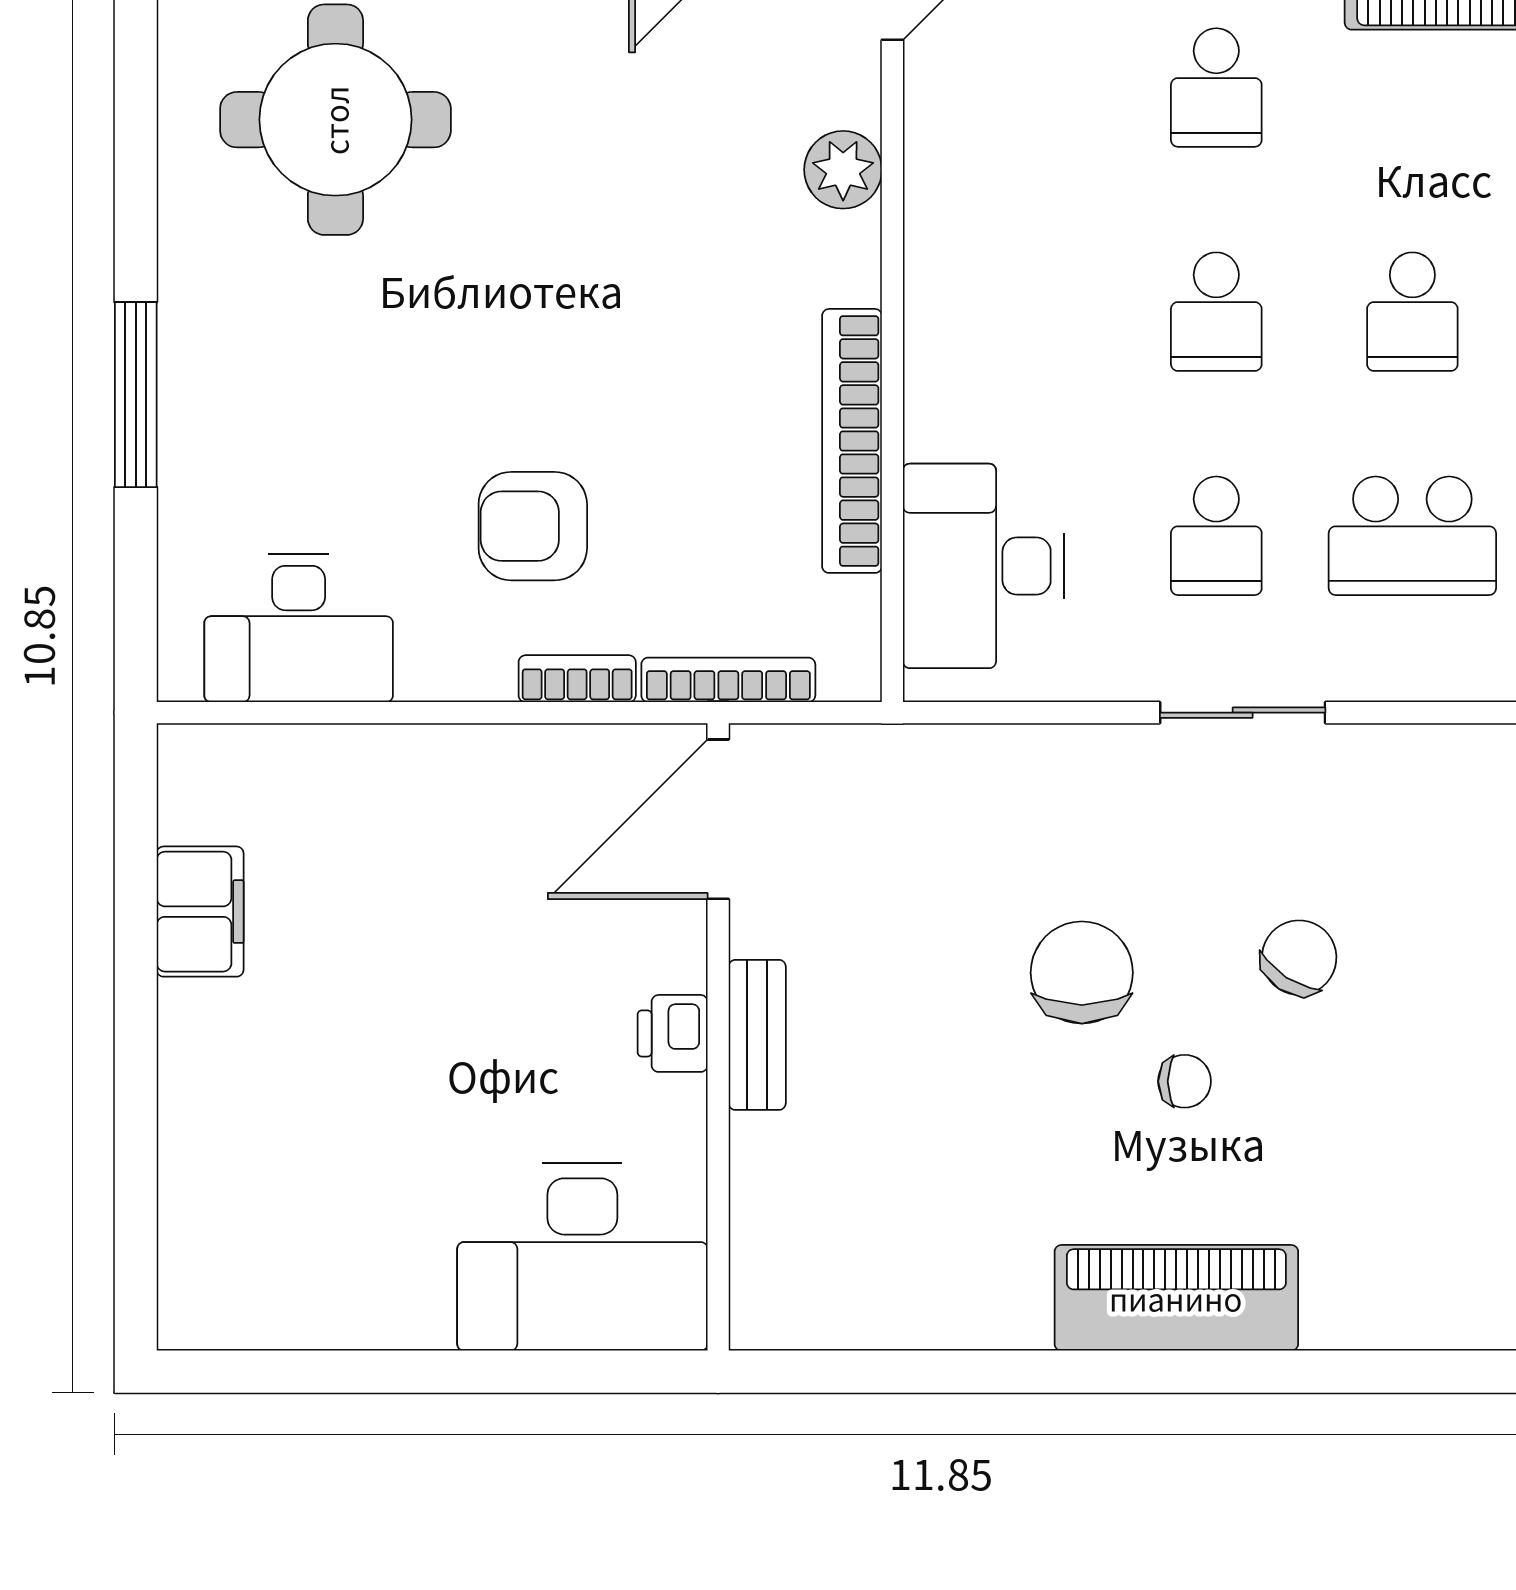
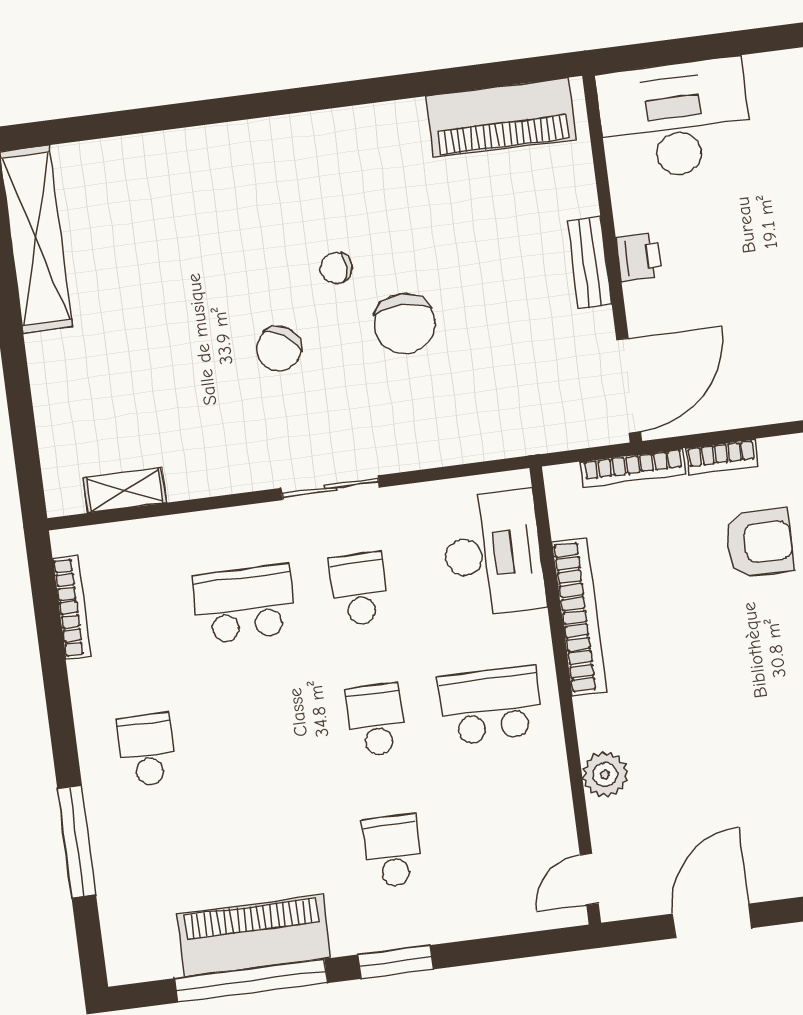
school desk: (1412, 312) -> (491, 705), moved, width x1.85
piano: (1176, 1298) -> (501, 118), moved

